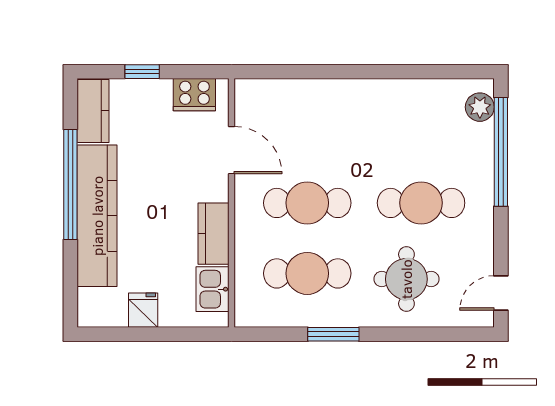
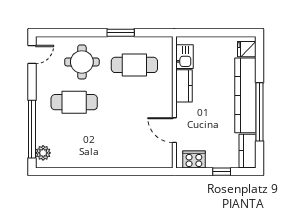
cafe table: (307, 203) -> (134, 102), removed
fridge: (143, 310) -> (247, 49), moved, turned 90

